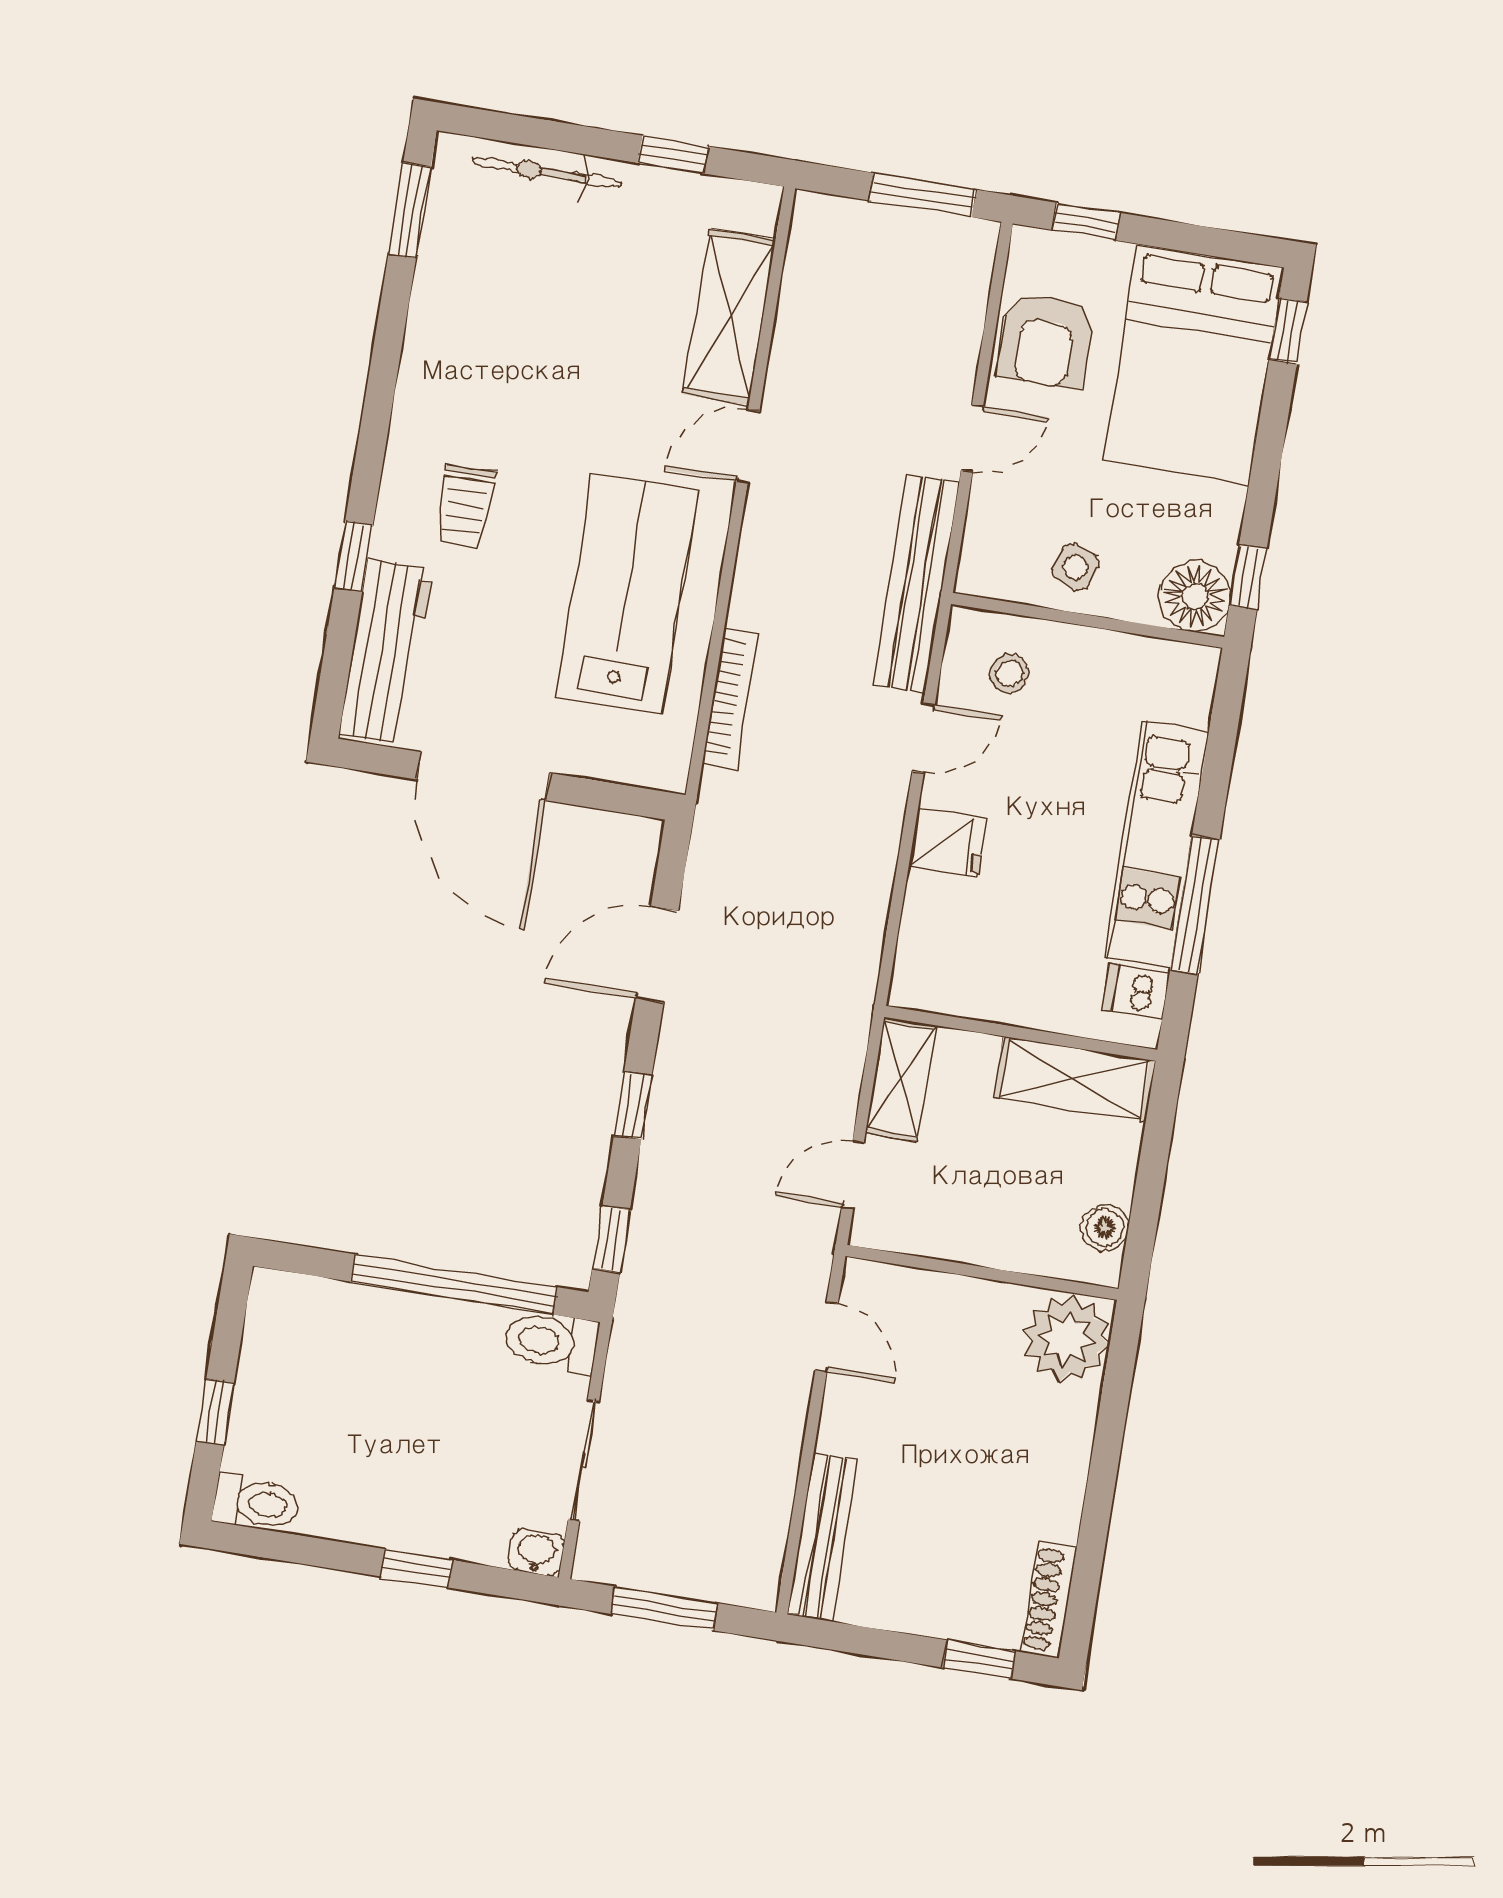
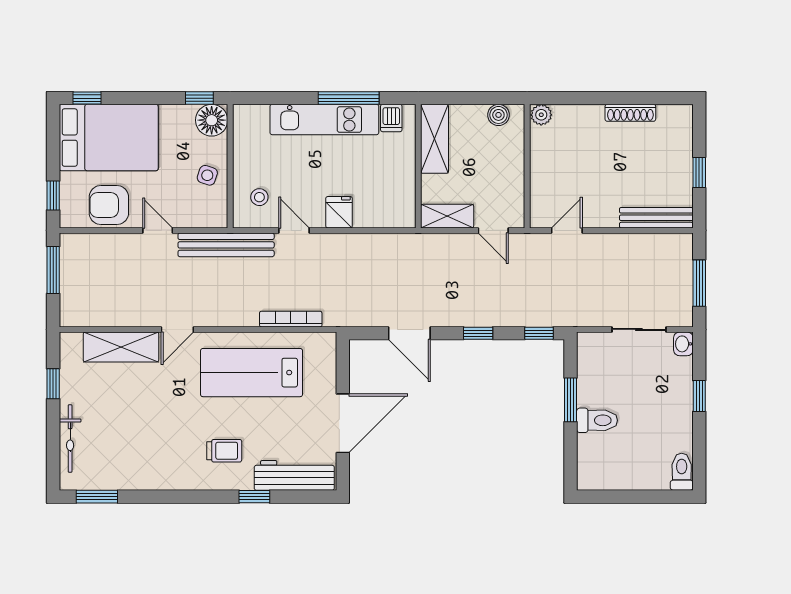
armchair: (1045, 340) -> (109, 205), turned 180
door: (748, 447) -> (177, 329), hinge flipped
window: (454, 1284) -> (570, 400), width x0.47
plant: (1066, 1339) -> (541, 115), width x0.53, depth x0.53
toilet: (551, 1342) -> (597, 420), moved, turned -90
window: (215, 1412) -> (644, 497), removed
shoe rack: (1049, 1600) -> (630, 113), moved
window: (979, 1659) -> (699, 173), moved

